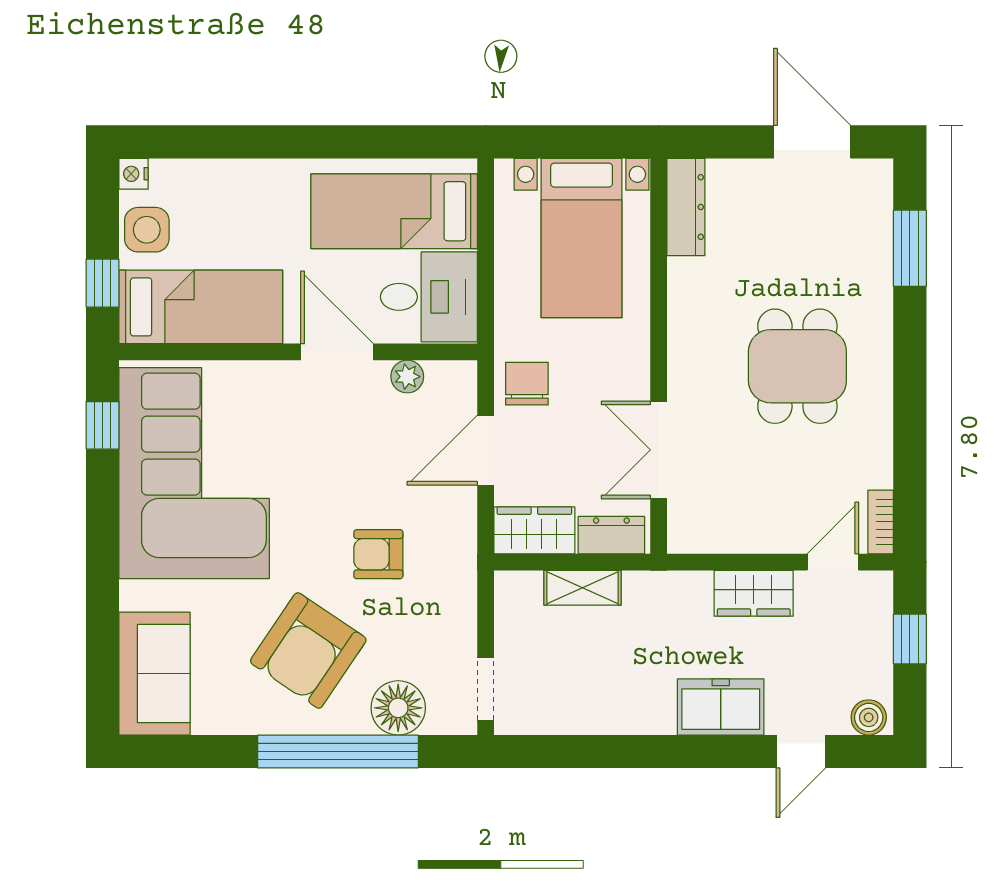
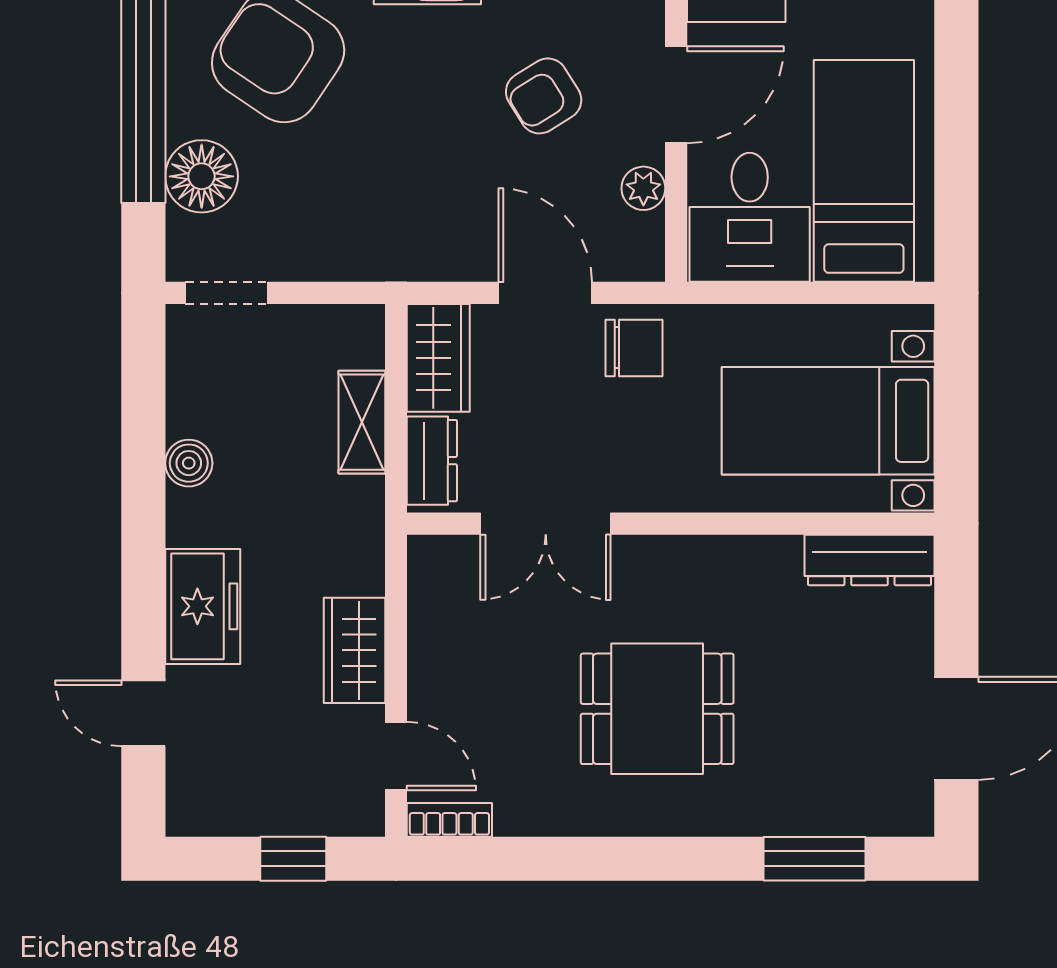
double door: (659, 450) -> (546, 524), swing flipped
armchair: (378, 554) -> (544, 96), moved, turned -122
boiler: (869, 717) -> (189, 463), moved

